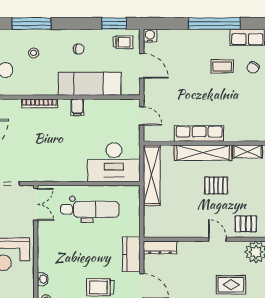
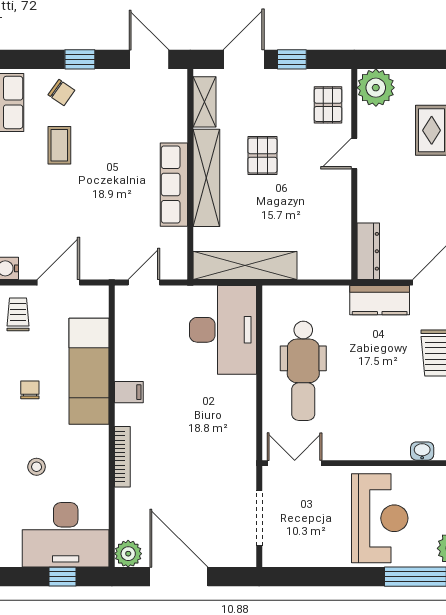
dental chair: (90, 209) -> (303, 371), turned 180

